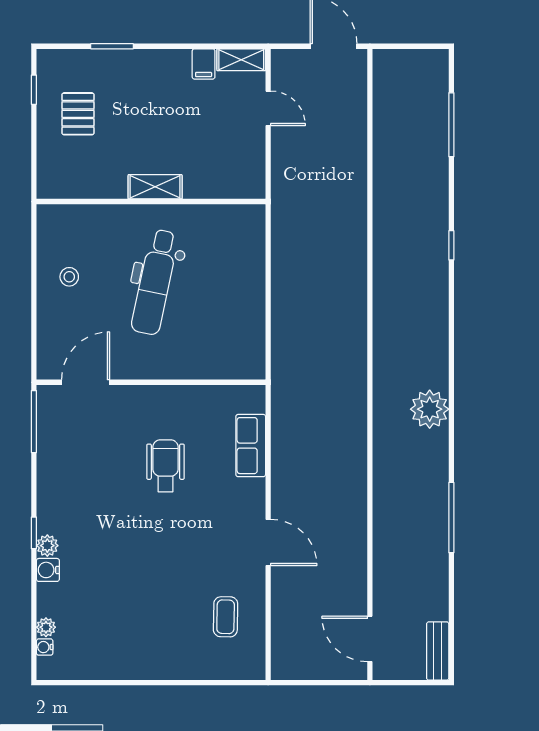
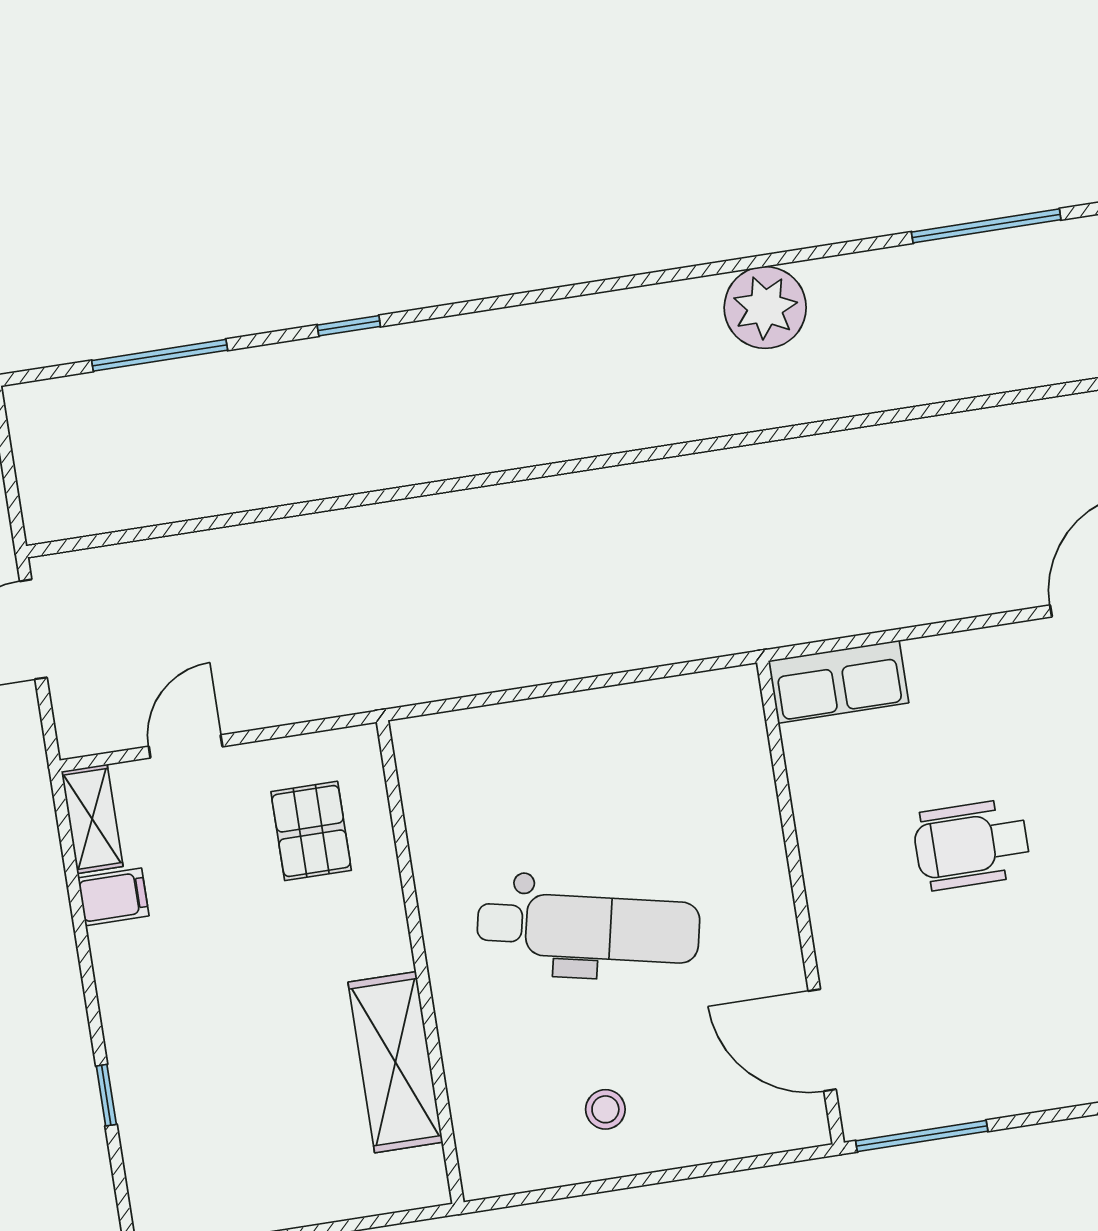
window: (112, 46) -> (106, 1095), width x0.67
pallet: (78, 114) -> (311, 831), moved, turned 90
shelving: (155, 187) -> (395, 1062), moved, width x1.50, depth x1.33
window: (451, 245) -> (349, 326), moved
row of seats: (251, 446) -> (838, 682), moved

